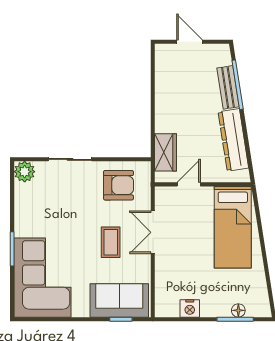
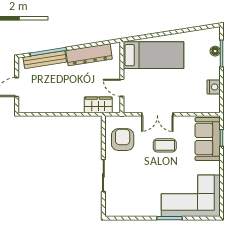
bench: (228, 87) -> (45, 60), width x1.36
plant: (25, 172) -> (113, 209), removed

